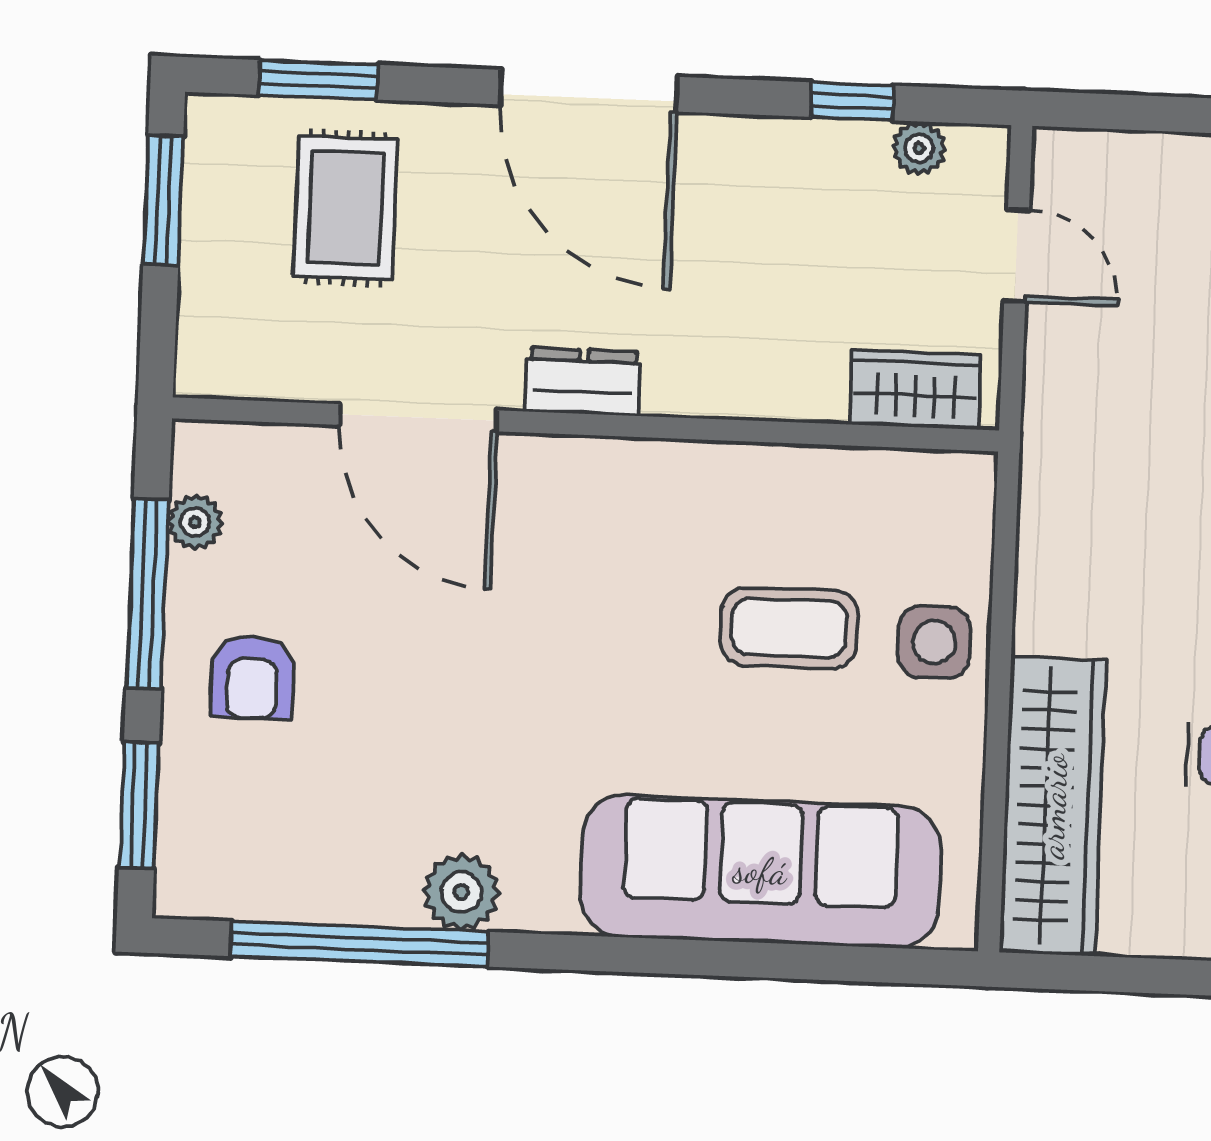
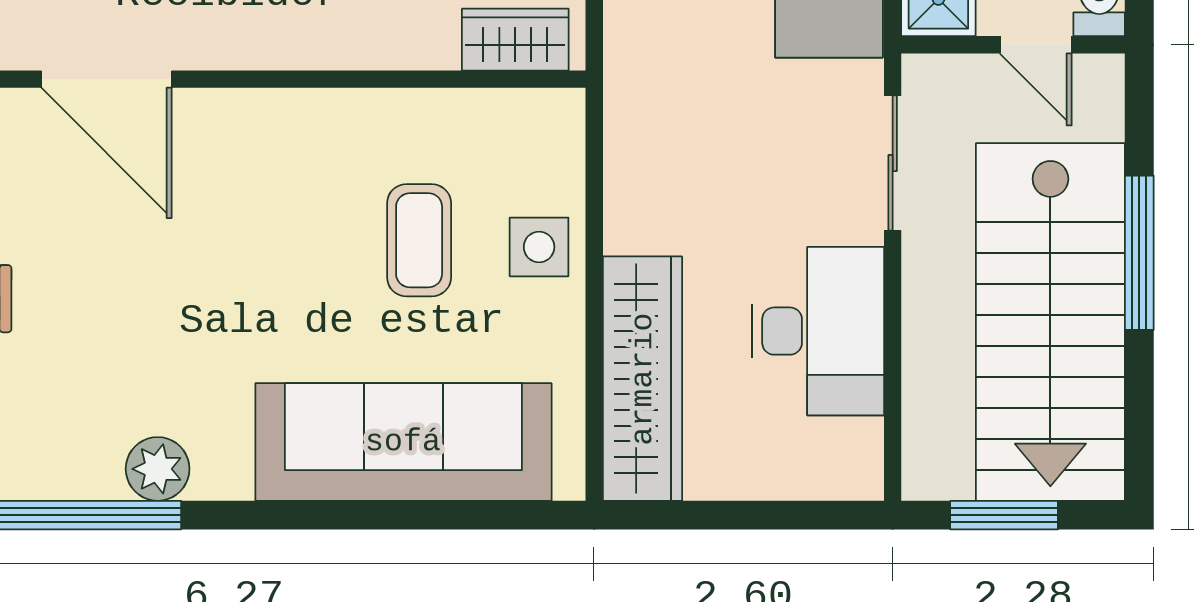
dresser: (583, 382) -> (241, 44), removed
coffee table: (789, 628) -> (419, 240), turned 90

